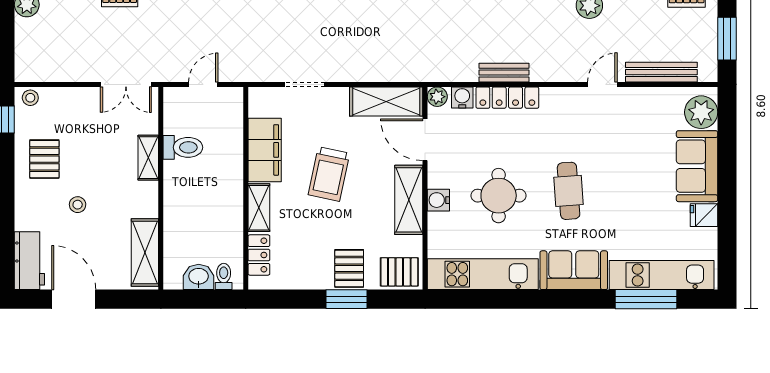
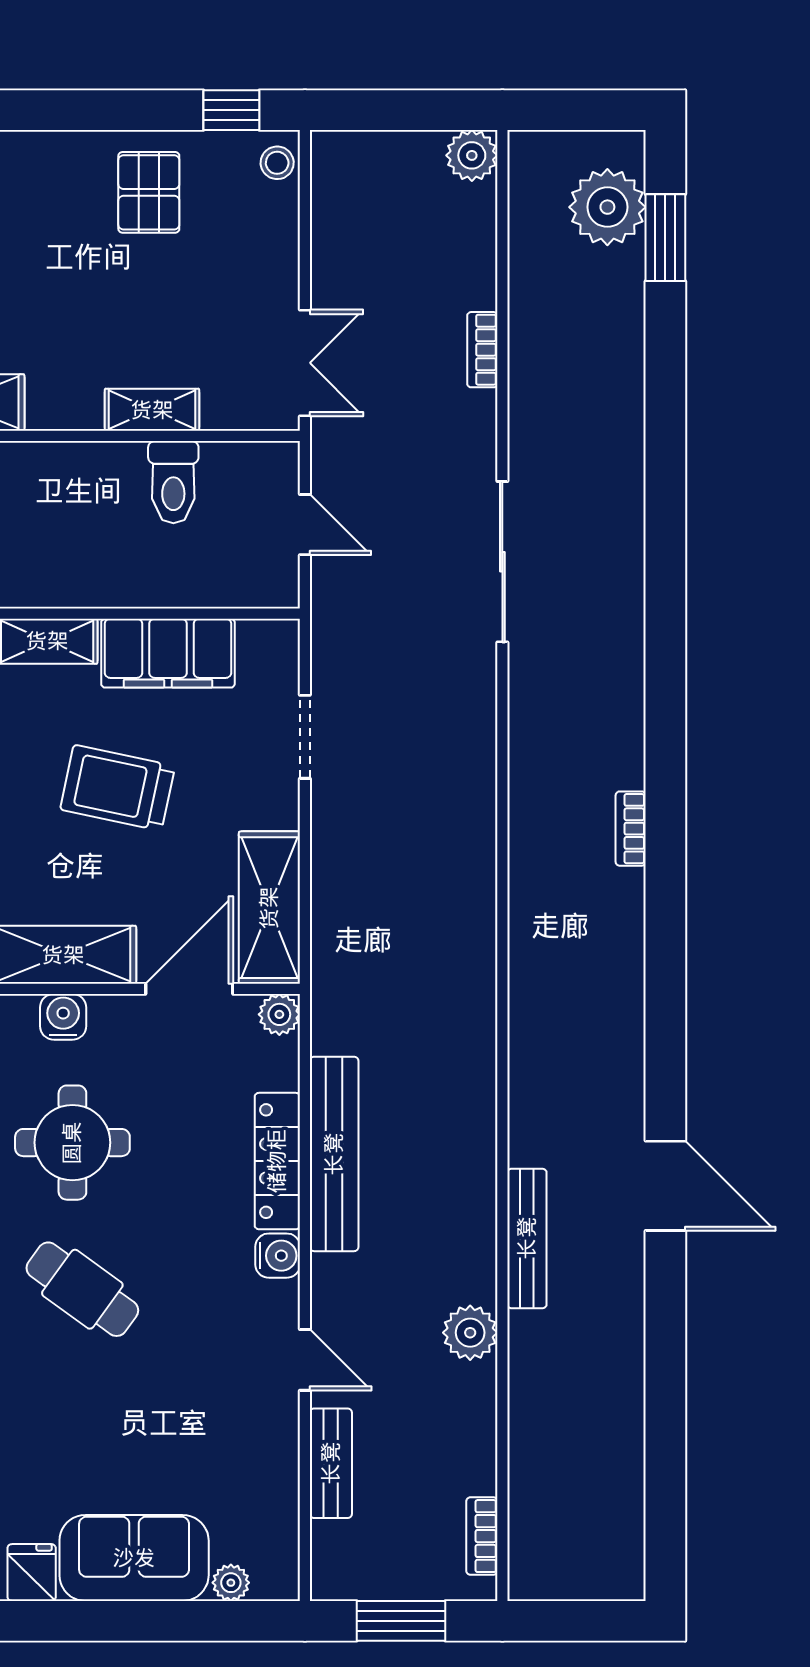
bench: (661, 72) -> (331, 1463), width x0.73
bench: (504, 73) -> (334, 1154), width x1.86, depth x1.21
double door: (126, 84) -> (305, 363), swing flipped
water cooler: (462, 97) -> (278, 1256), moved
plant: (701, 112) -> (231, 1583), width x0.53, depth x0.53
pallet: (44, 159) -> (149, 192), turned 90
cafe table: (569, 191) -> (82, 1289), turned 40
stool: (78, 205) -> (54, 262), removed

